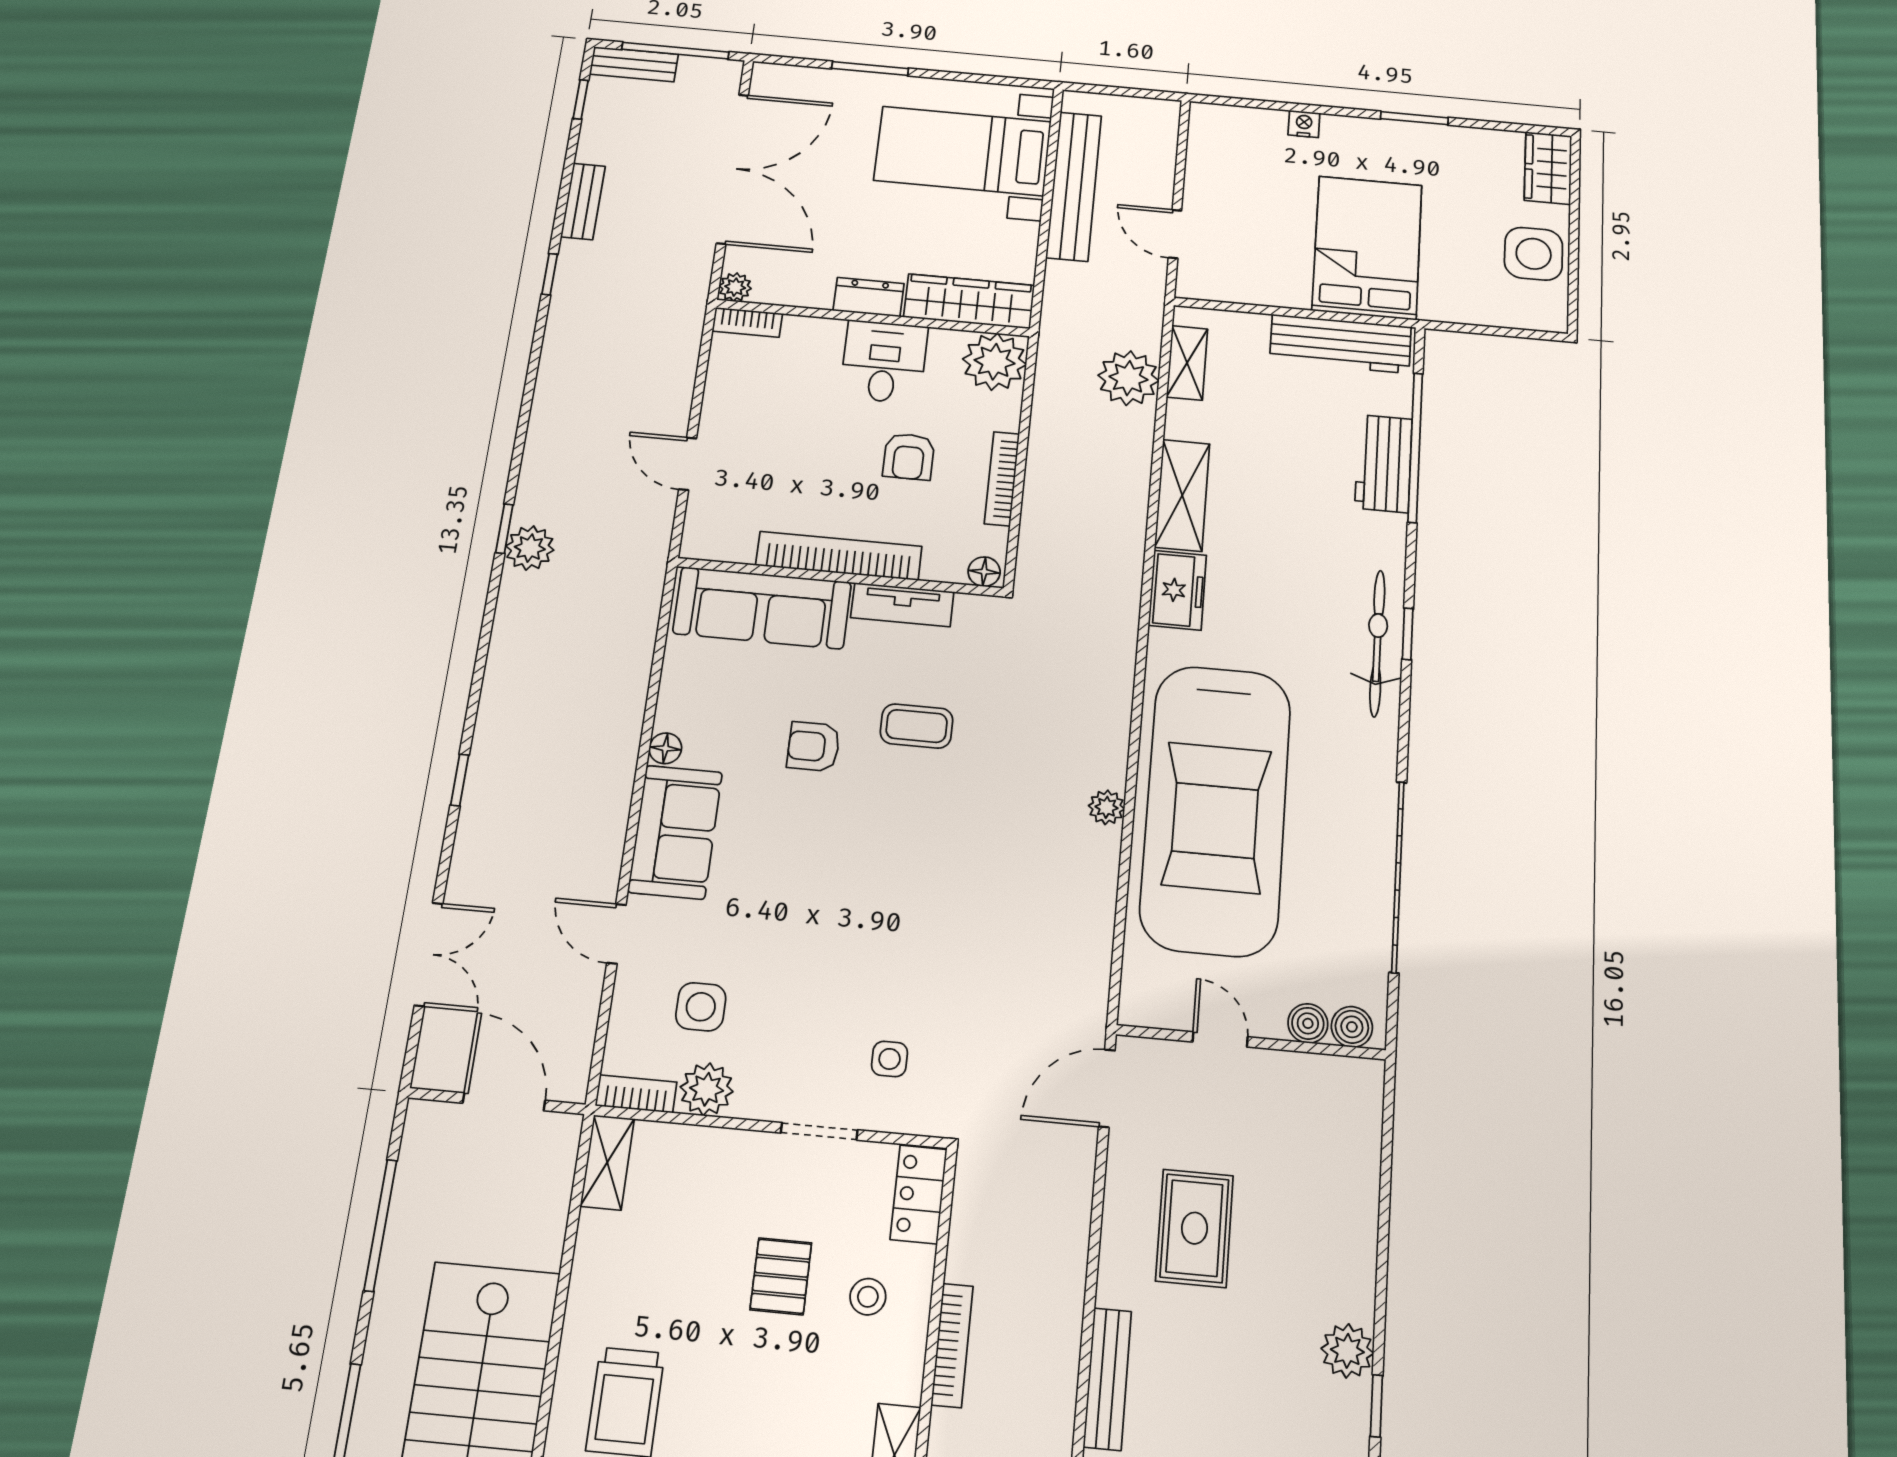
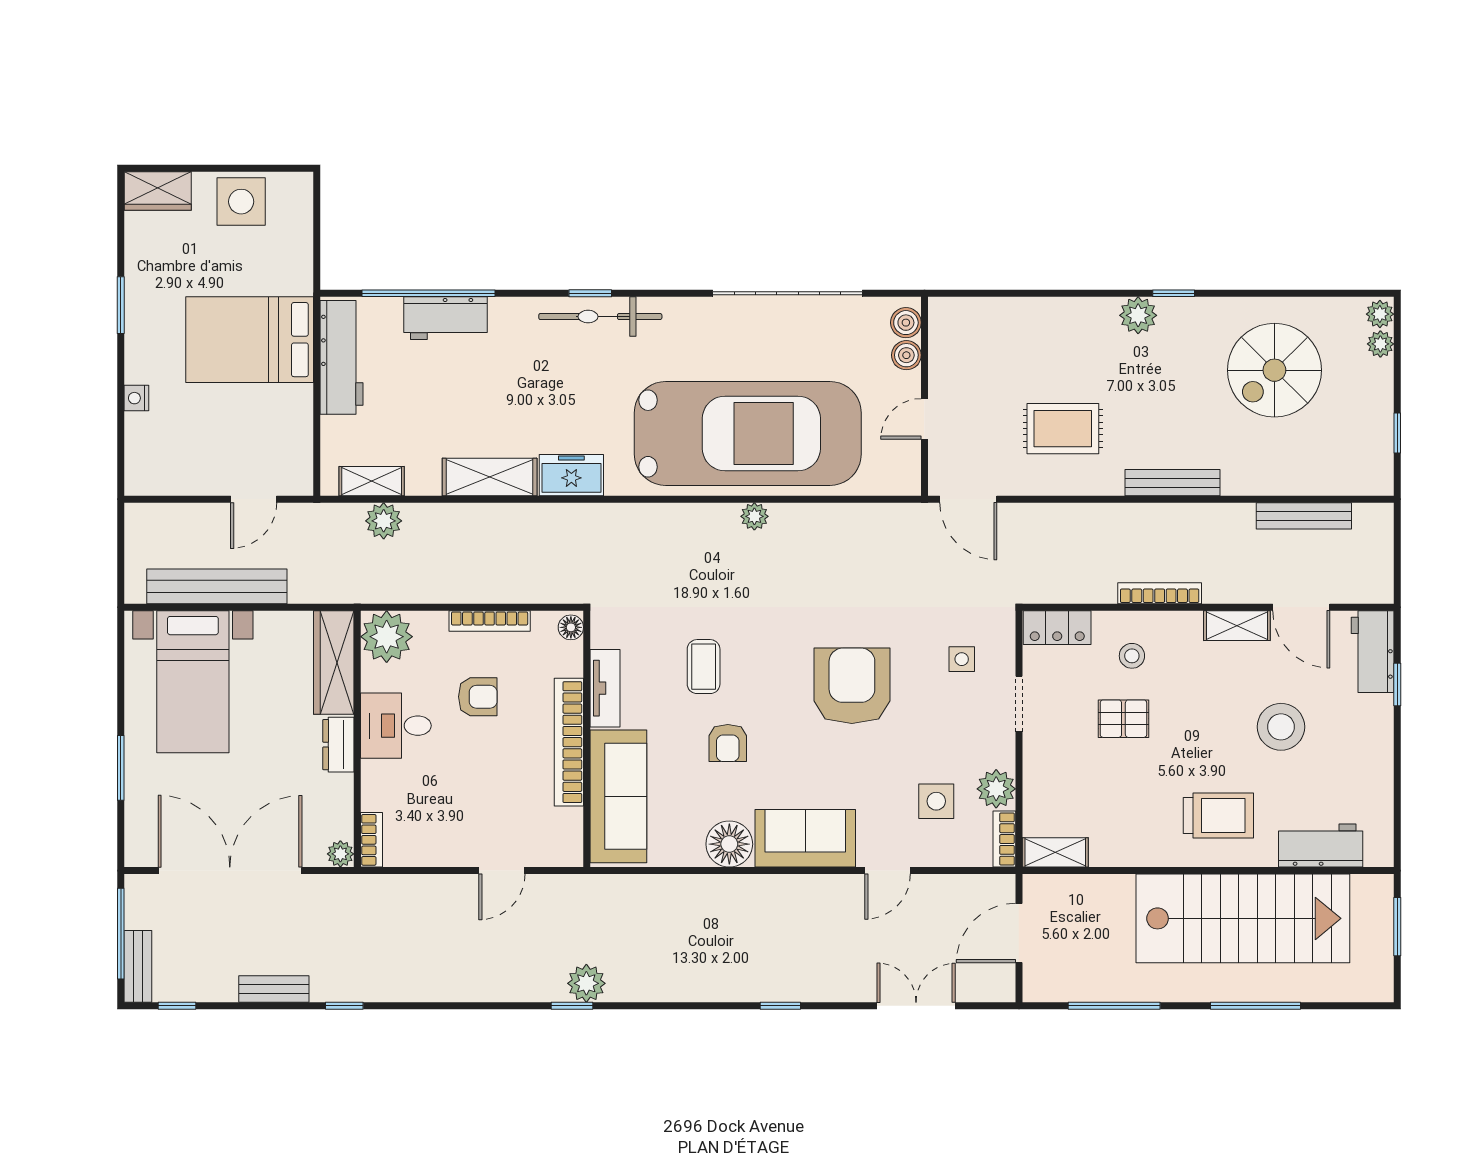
plant: (1128, 378) -> (384, 521), width x0.73, depth x0.73
floor lamp: (665, 748) -> (729, 844), width x1.89, depth x1.89
armchair: (870, 911) -> (852, 686), added

